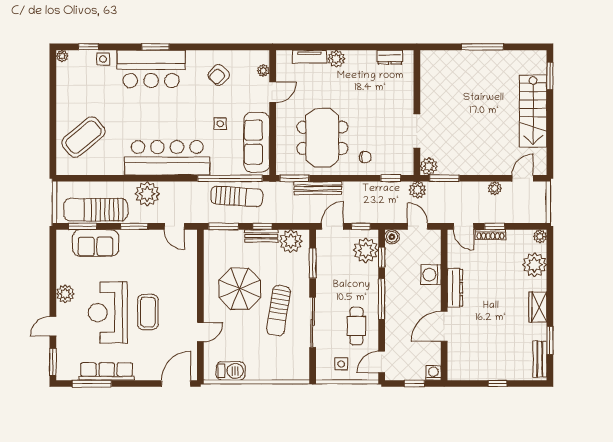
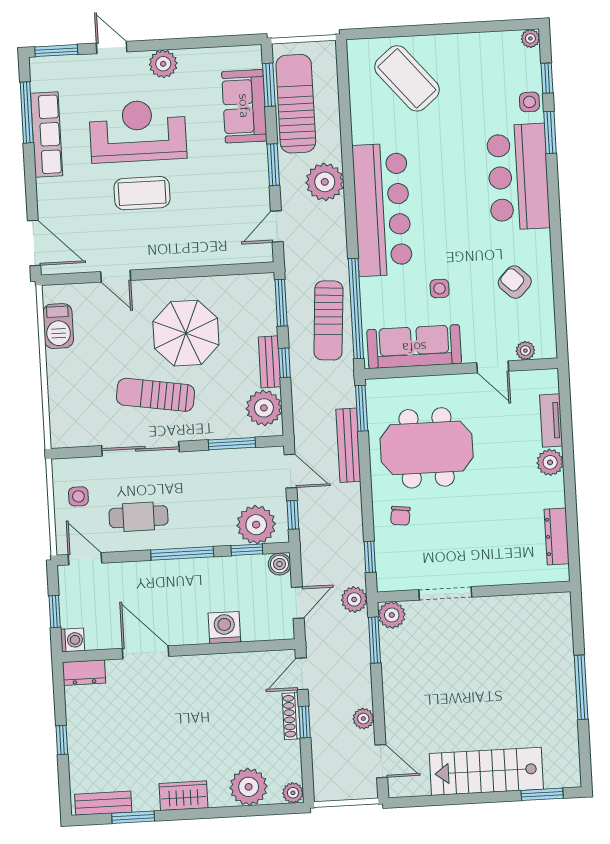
window: (156, 47) -> (550, 132), moved
dresser: (390, 57) -> (557, 536), width x1.44
dresser: (455, 288) -> (84, 673), moved, width x0.70

